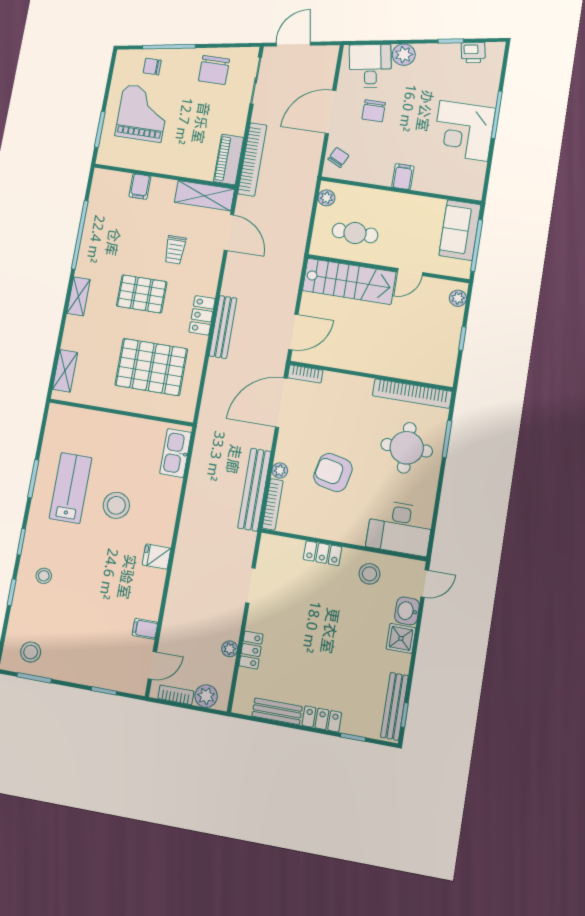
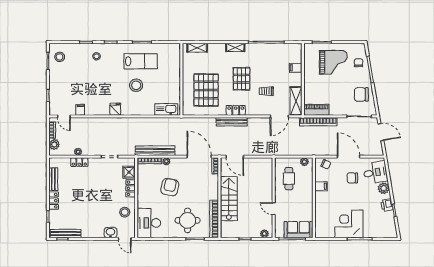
printer: (473, 53) -> (387, 205), moved
filing cabinet: (403, 177) -> (321, 186), moved
stairs: (349, 281) -> (229, 199), moved, turned 180
shower: (401, 638) -> (129, 172), moved

